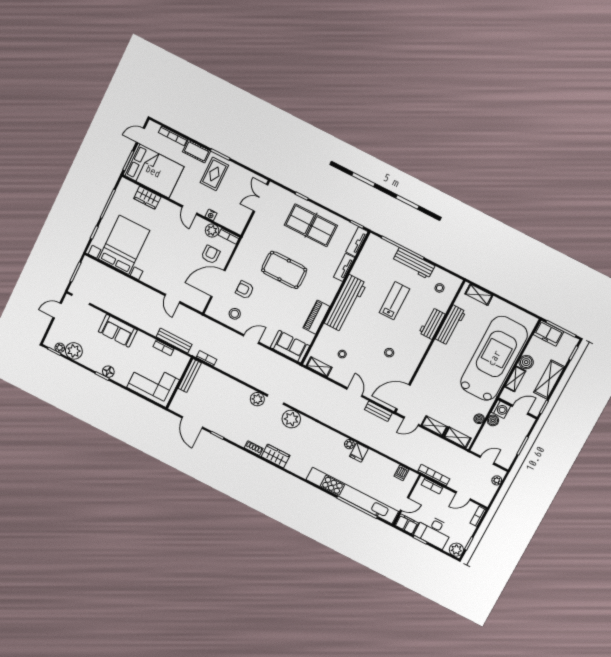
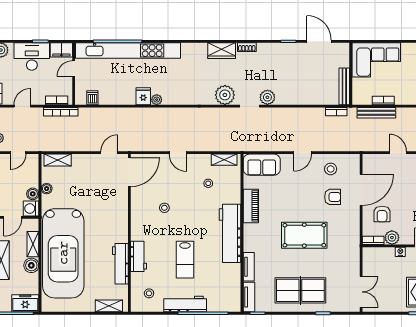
bench: (378, 411) -> (145, 146), removed
shelving: (434, 426) -> (85, 160), removed

